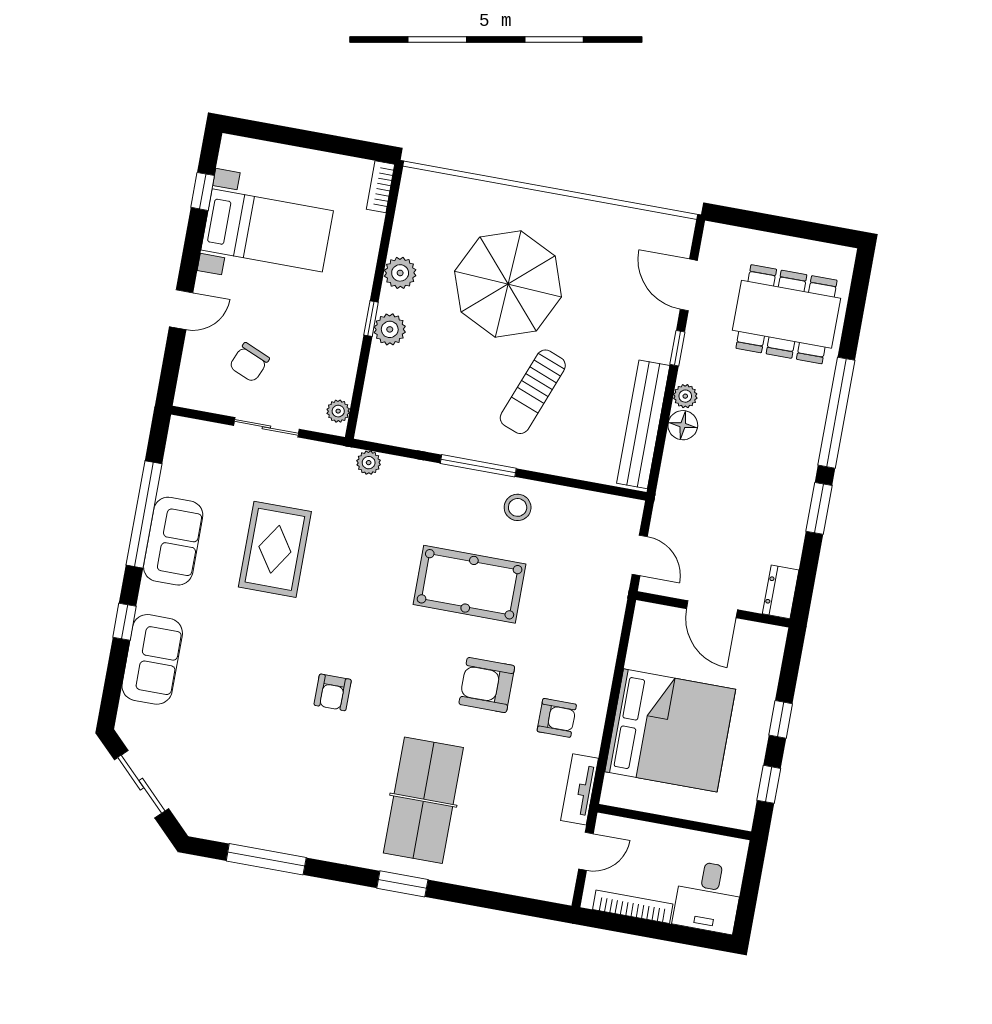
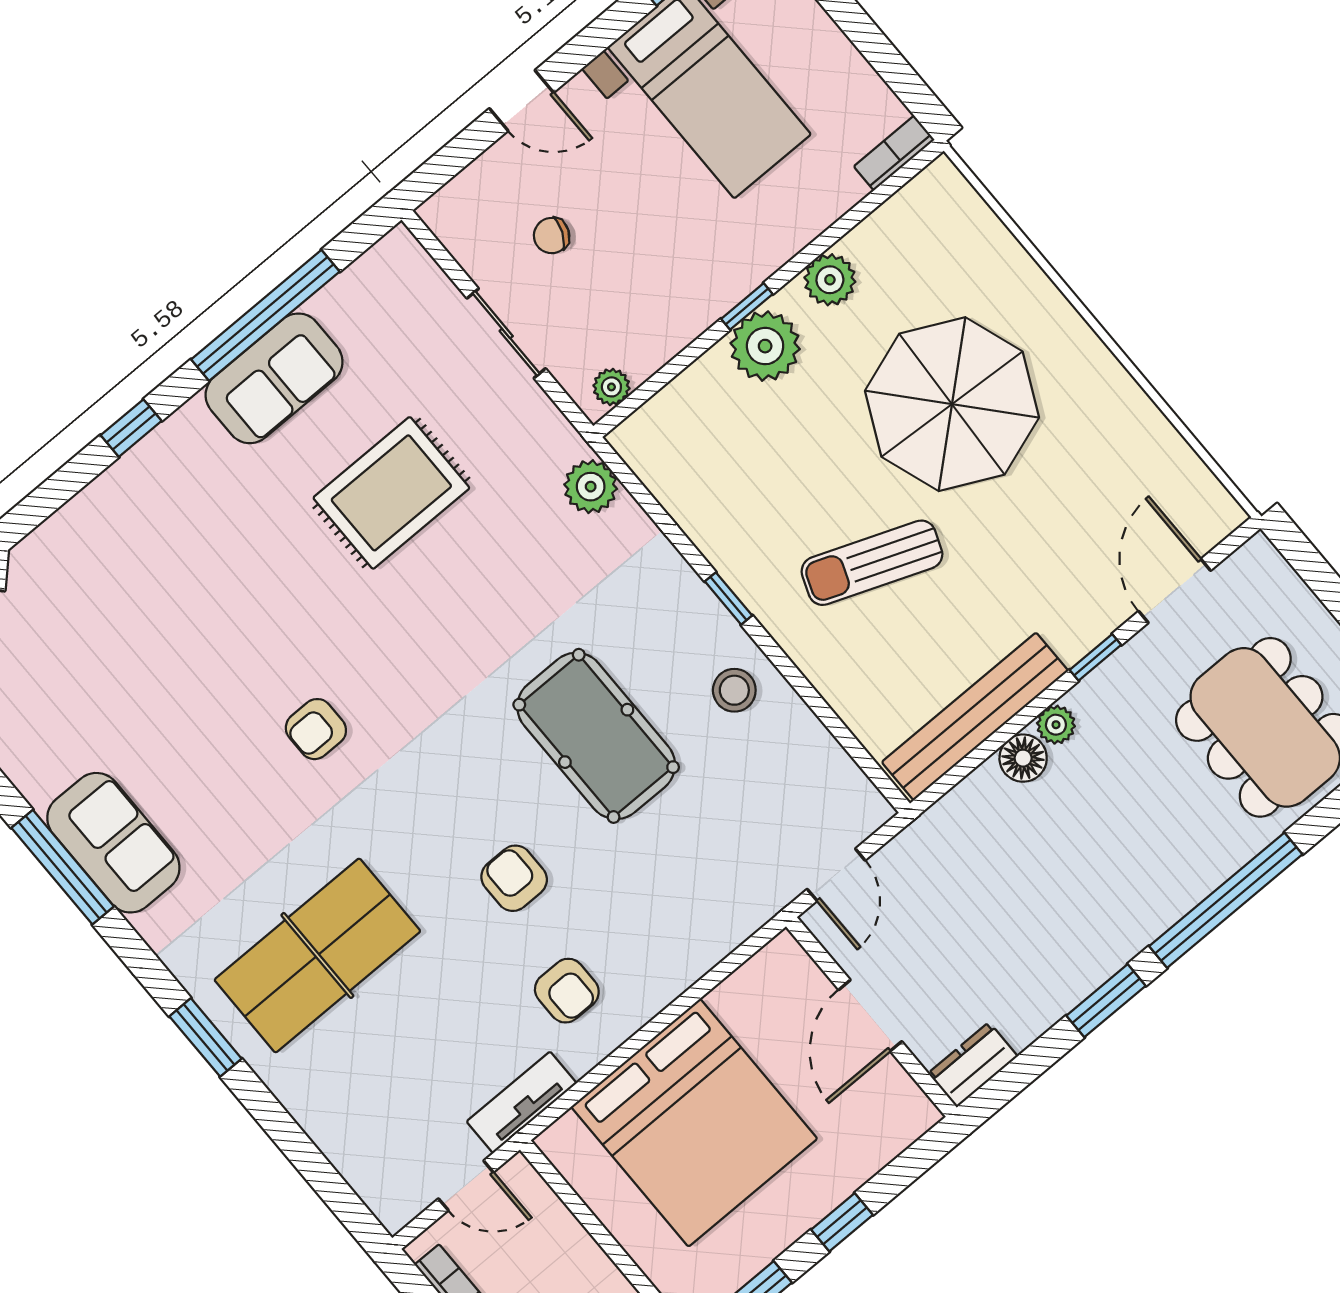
plant: (390, 329) -> (765, 346), width x1.36, depth x1.36
chair: (249, 362) -> (552, 236), width x0.73, depth x0.73
plant: (369, 463) -> (591, 487), width x1.38, depth x1.38
window: (478, 466) -> (728, 598), width x0.46
sofa: (152, 659) -> (113, 843), moved, turned -90
armchair: (487, 685) -> (514, 878), width x0.72, depth x0.72

